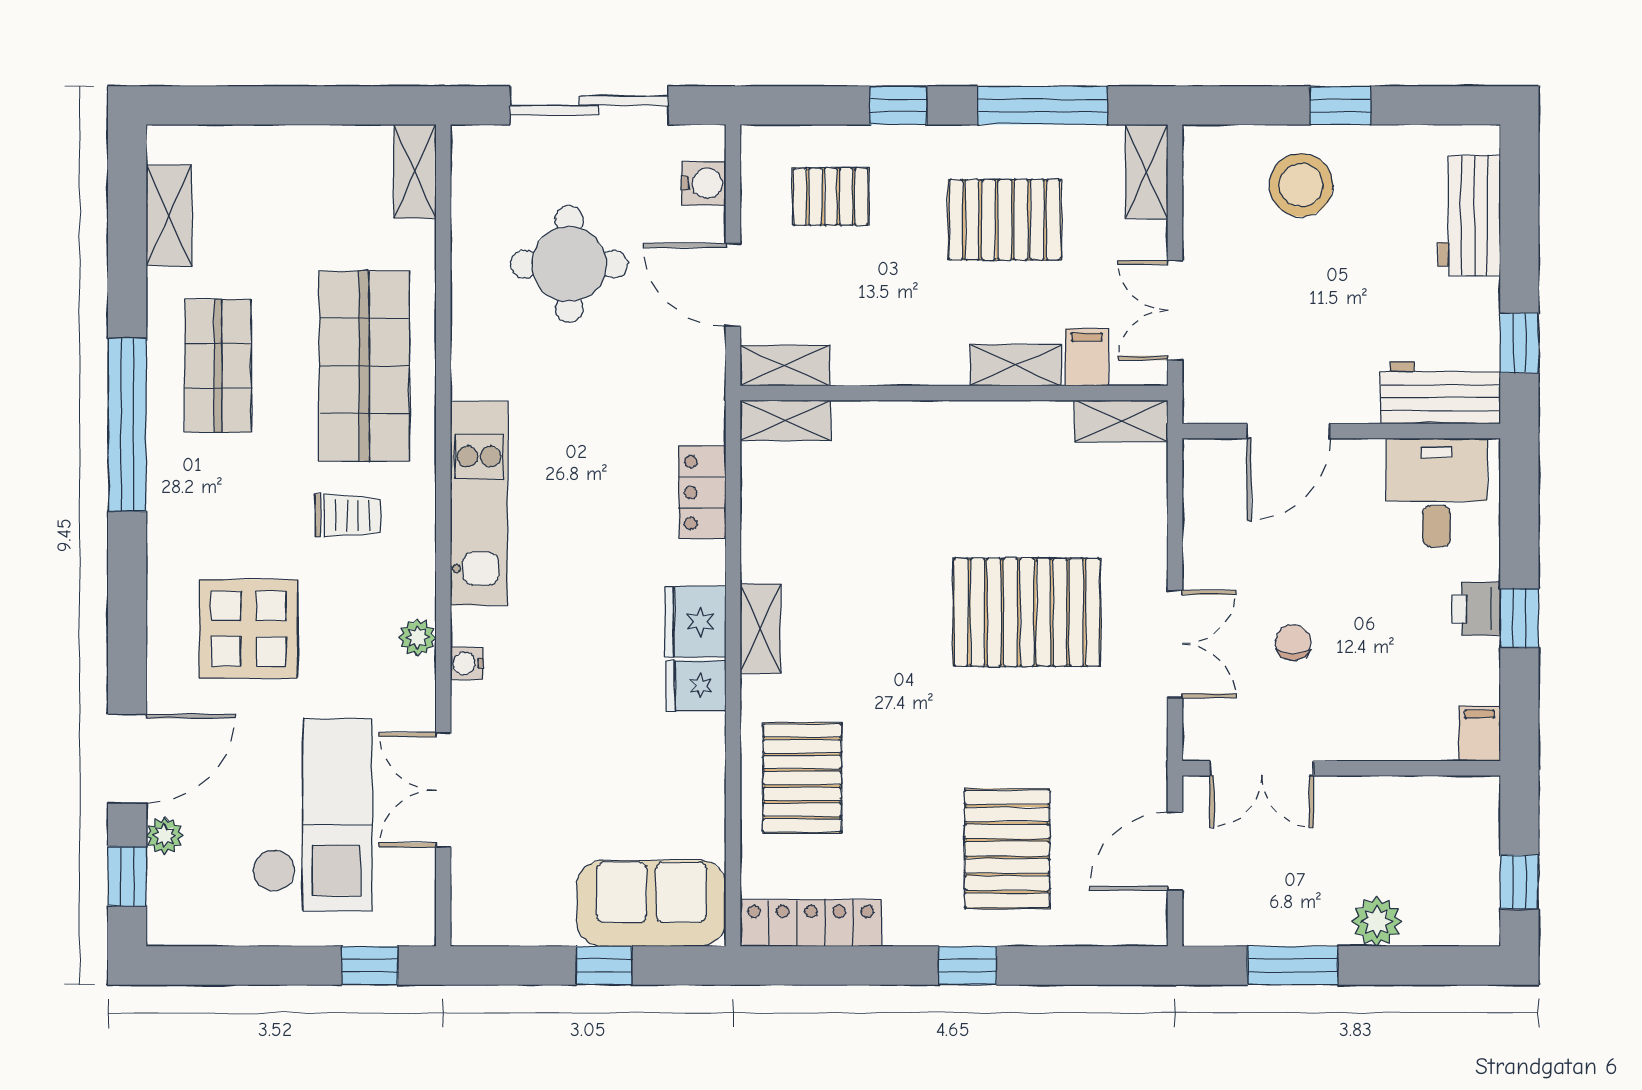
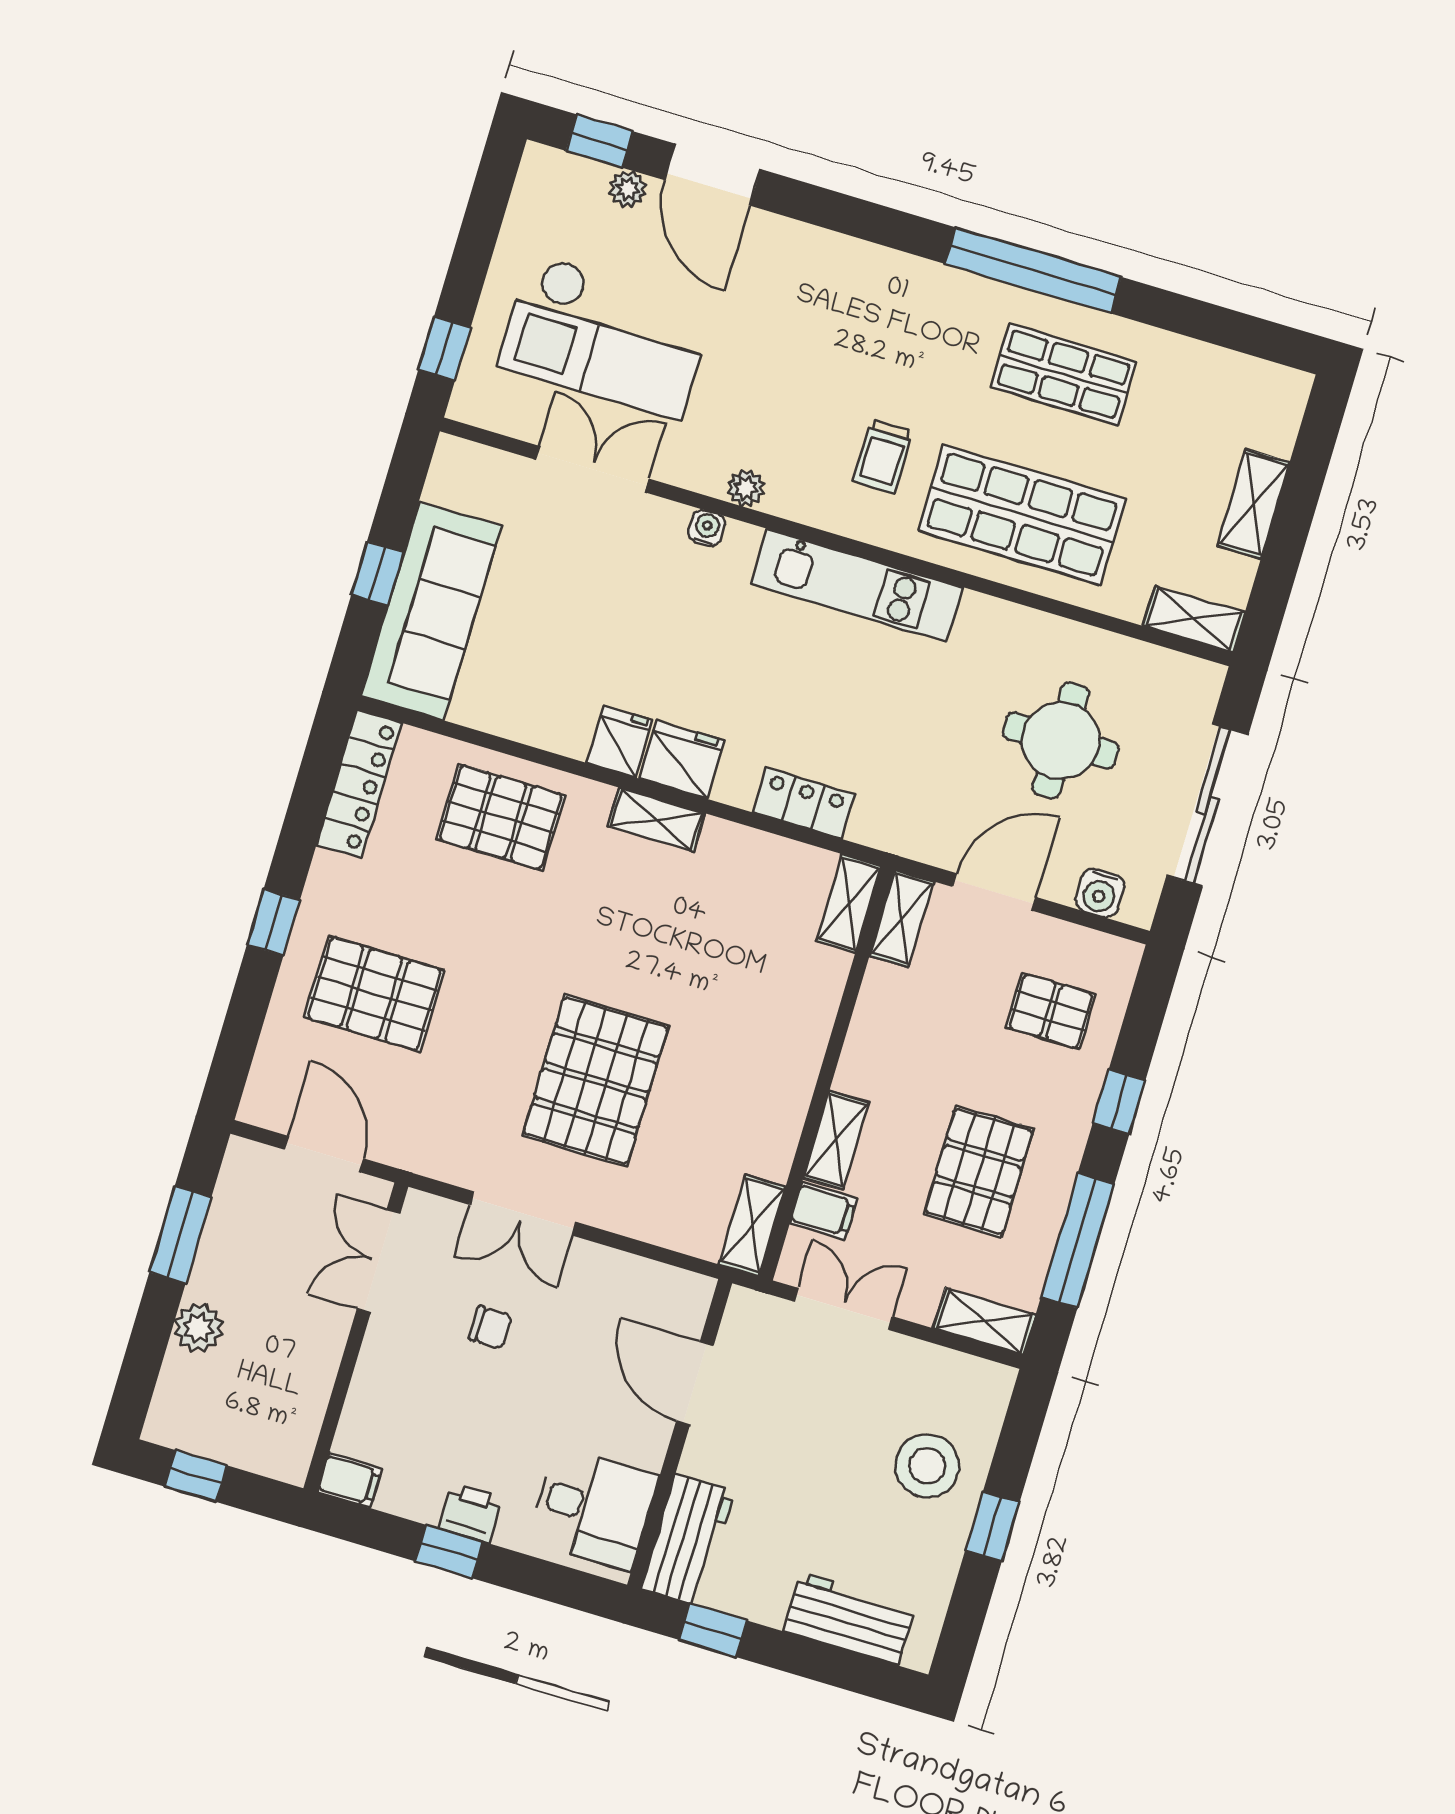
pallet: (831, 197) -> (1051, 1011), turned 90
shelving: (169, 215) -> (1253, 504), moved, turned 90
display table: (248, 629) -> (803, 328), removed
sofa: (651, 903) -> (431, 611), width x1.36

